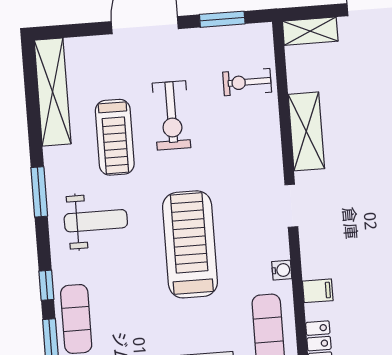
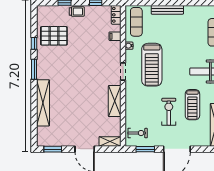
exercise bike: (247, 82) -> (138, 133), moved
treadmill: (115, 137) -> (192, 105), turned 180
treadmill: (190, 244) -> (152, 65), moved

